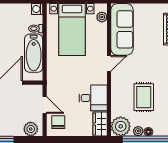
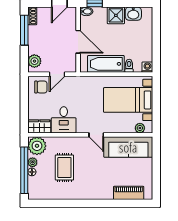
rug: (144, 97) -> (64, 168), turned 90

